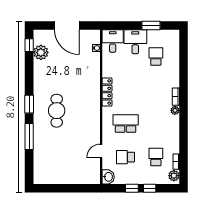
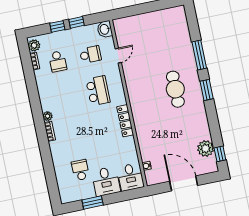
school desk: (156, 57) -> (80, 170), turned 180
school desk: (126, 124) -> (98, 91), turned -90

